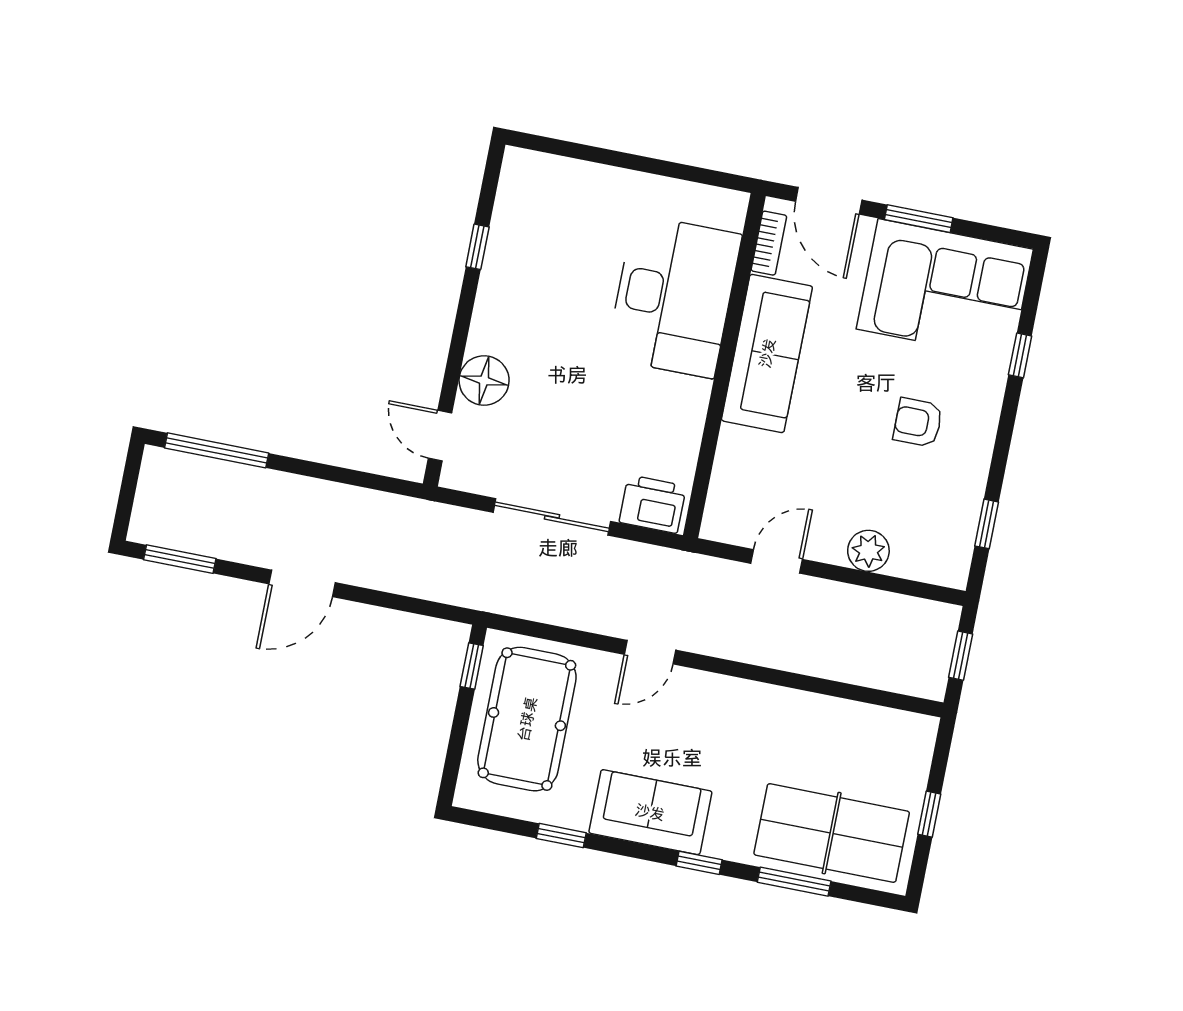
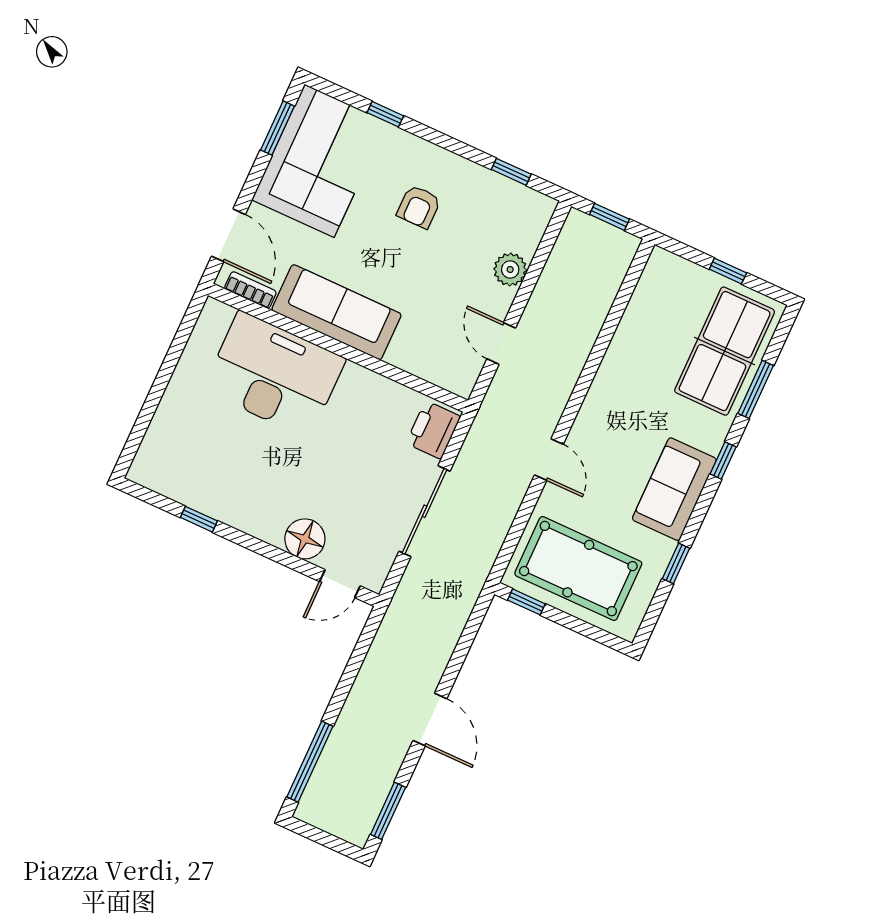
door: (829, 201) -> (228, 235), hinge flipped
window: (919, 219) -> (278, 128), moved

